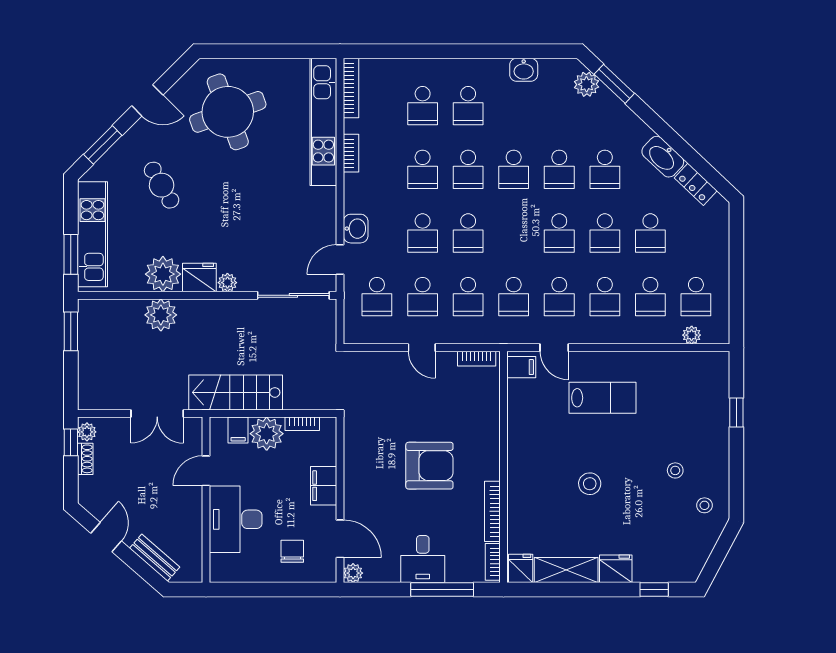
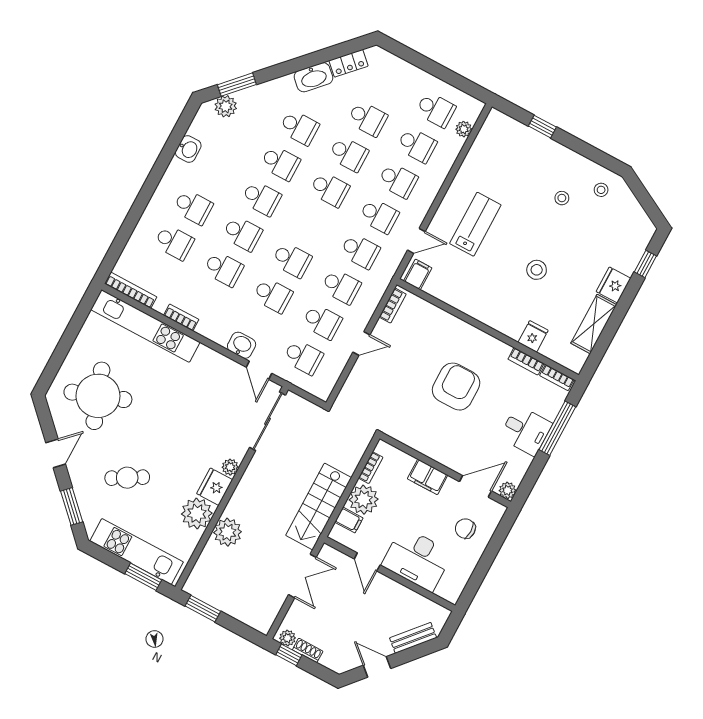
bookcase: (492, 511) -> (526, 361), width x0.64
fridge: (521, 568) -> (533, 336), moved, turned 90

